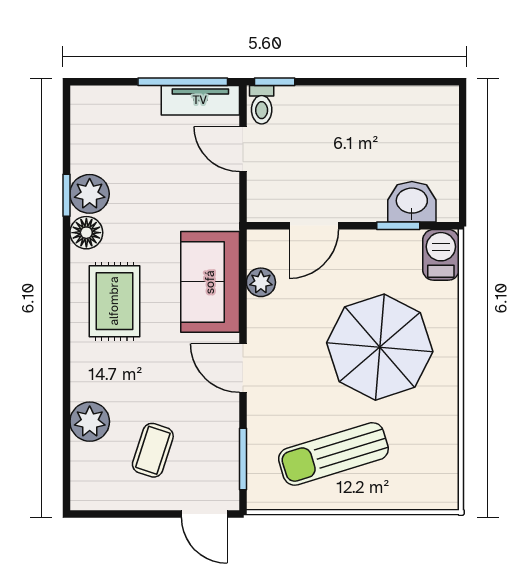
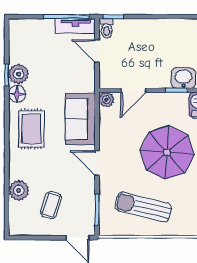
plant: (261, 282) -> (106, 100), moved
sun lounger: (333, 454) -> (143, 207), turned 31

